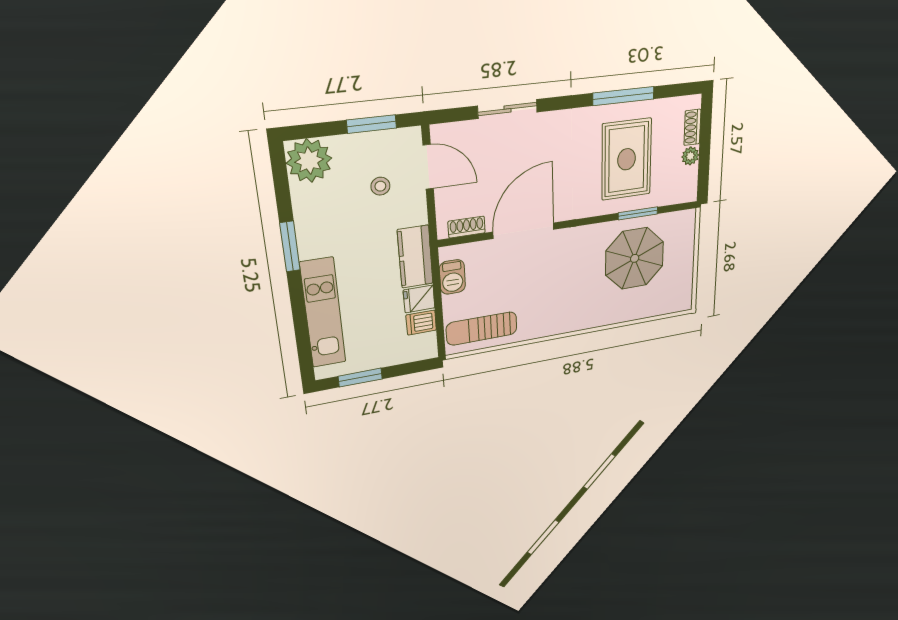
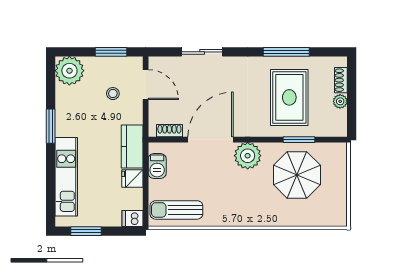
plant: (573, 244) -> (248, 156), added
dishwasher: (421, 323) -> (133, 219), moved

